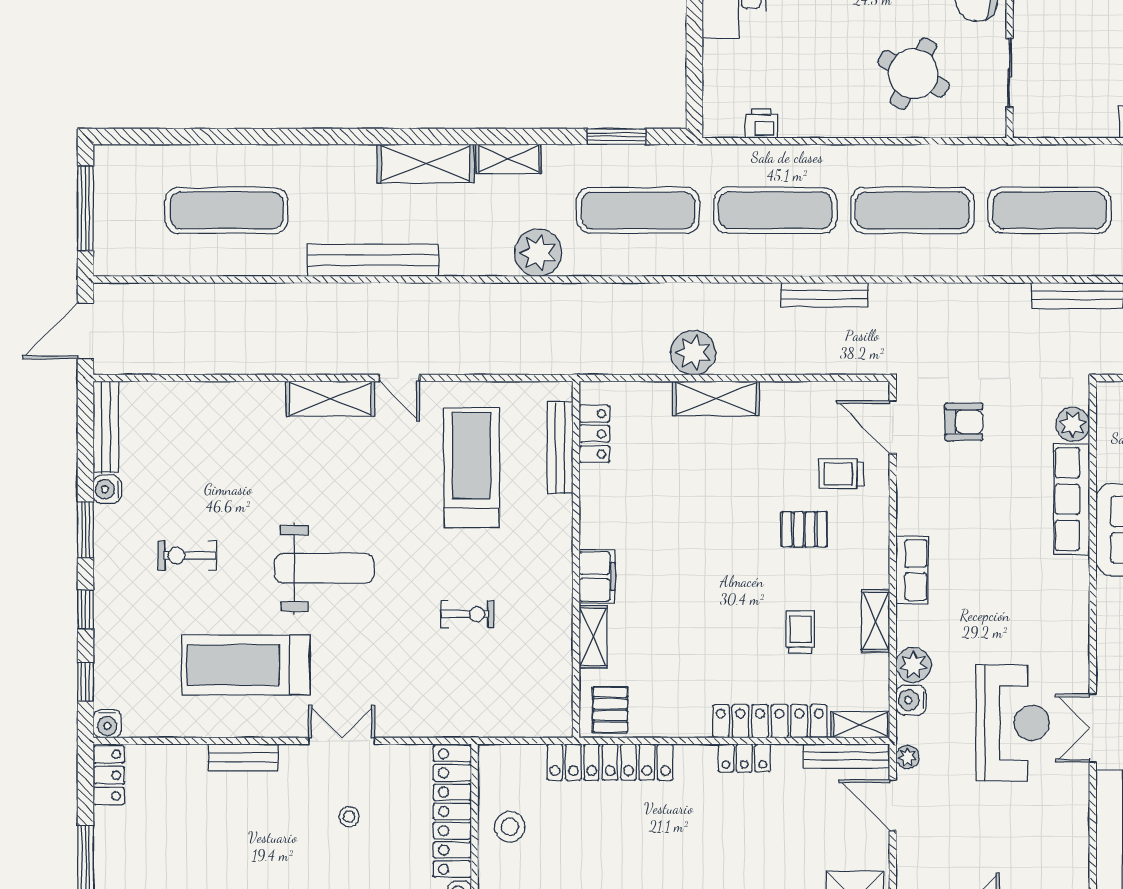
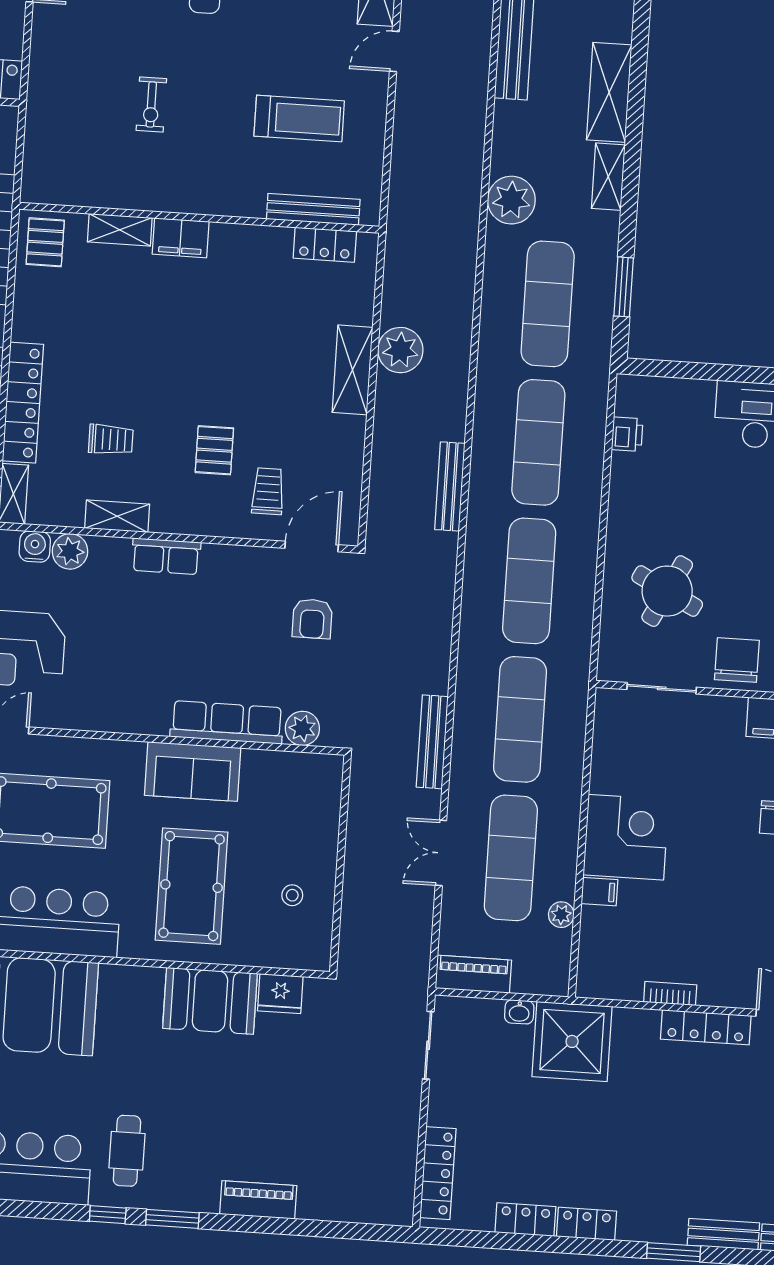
treadmill: (472, 467) -> (299, 118), width x0.73, depth x0.73
pallet: (610, 710) -> (45, 242), turned 90

